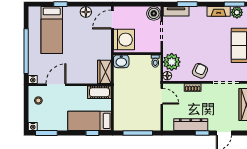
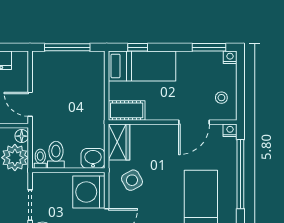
side table: (96, 47) -> (132, 180), added
toilet: (145, 64) -> (56, 155), added

